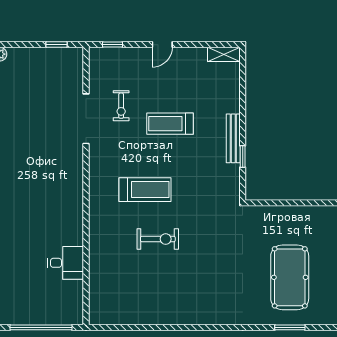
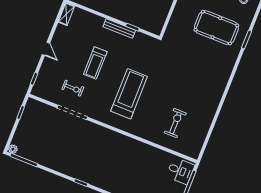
treadmill: (145, 190) -> (129, 94), width x1.37, depth x1.38
exercise bike: (158, 239) -> (175, 123), moved
desk: (66, 263) -> (180, 171), moved, turned 90

